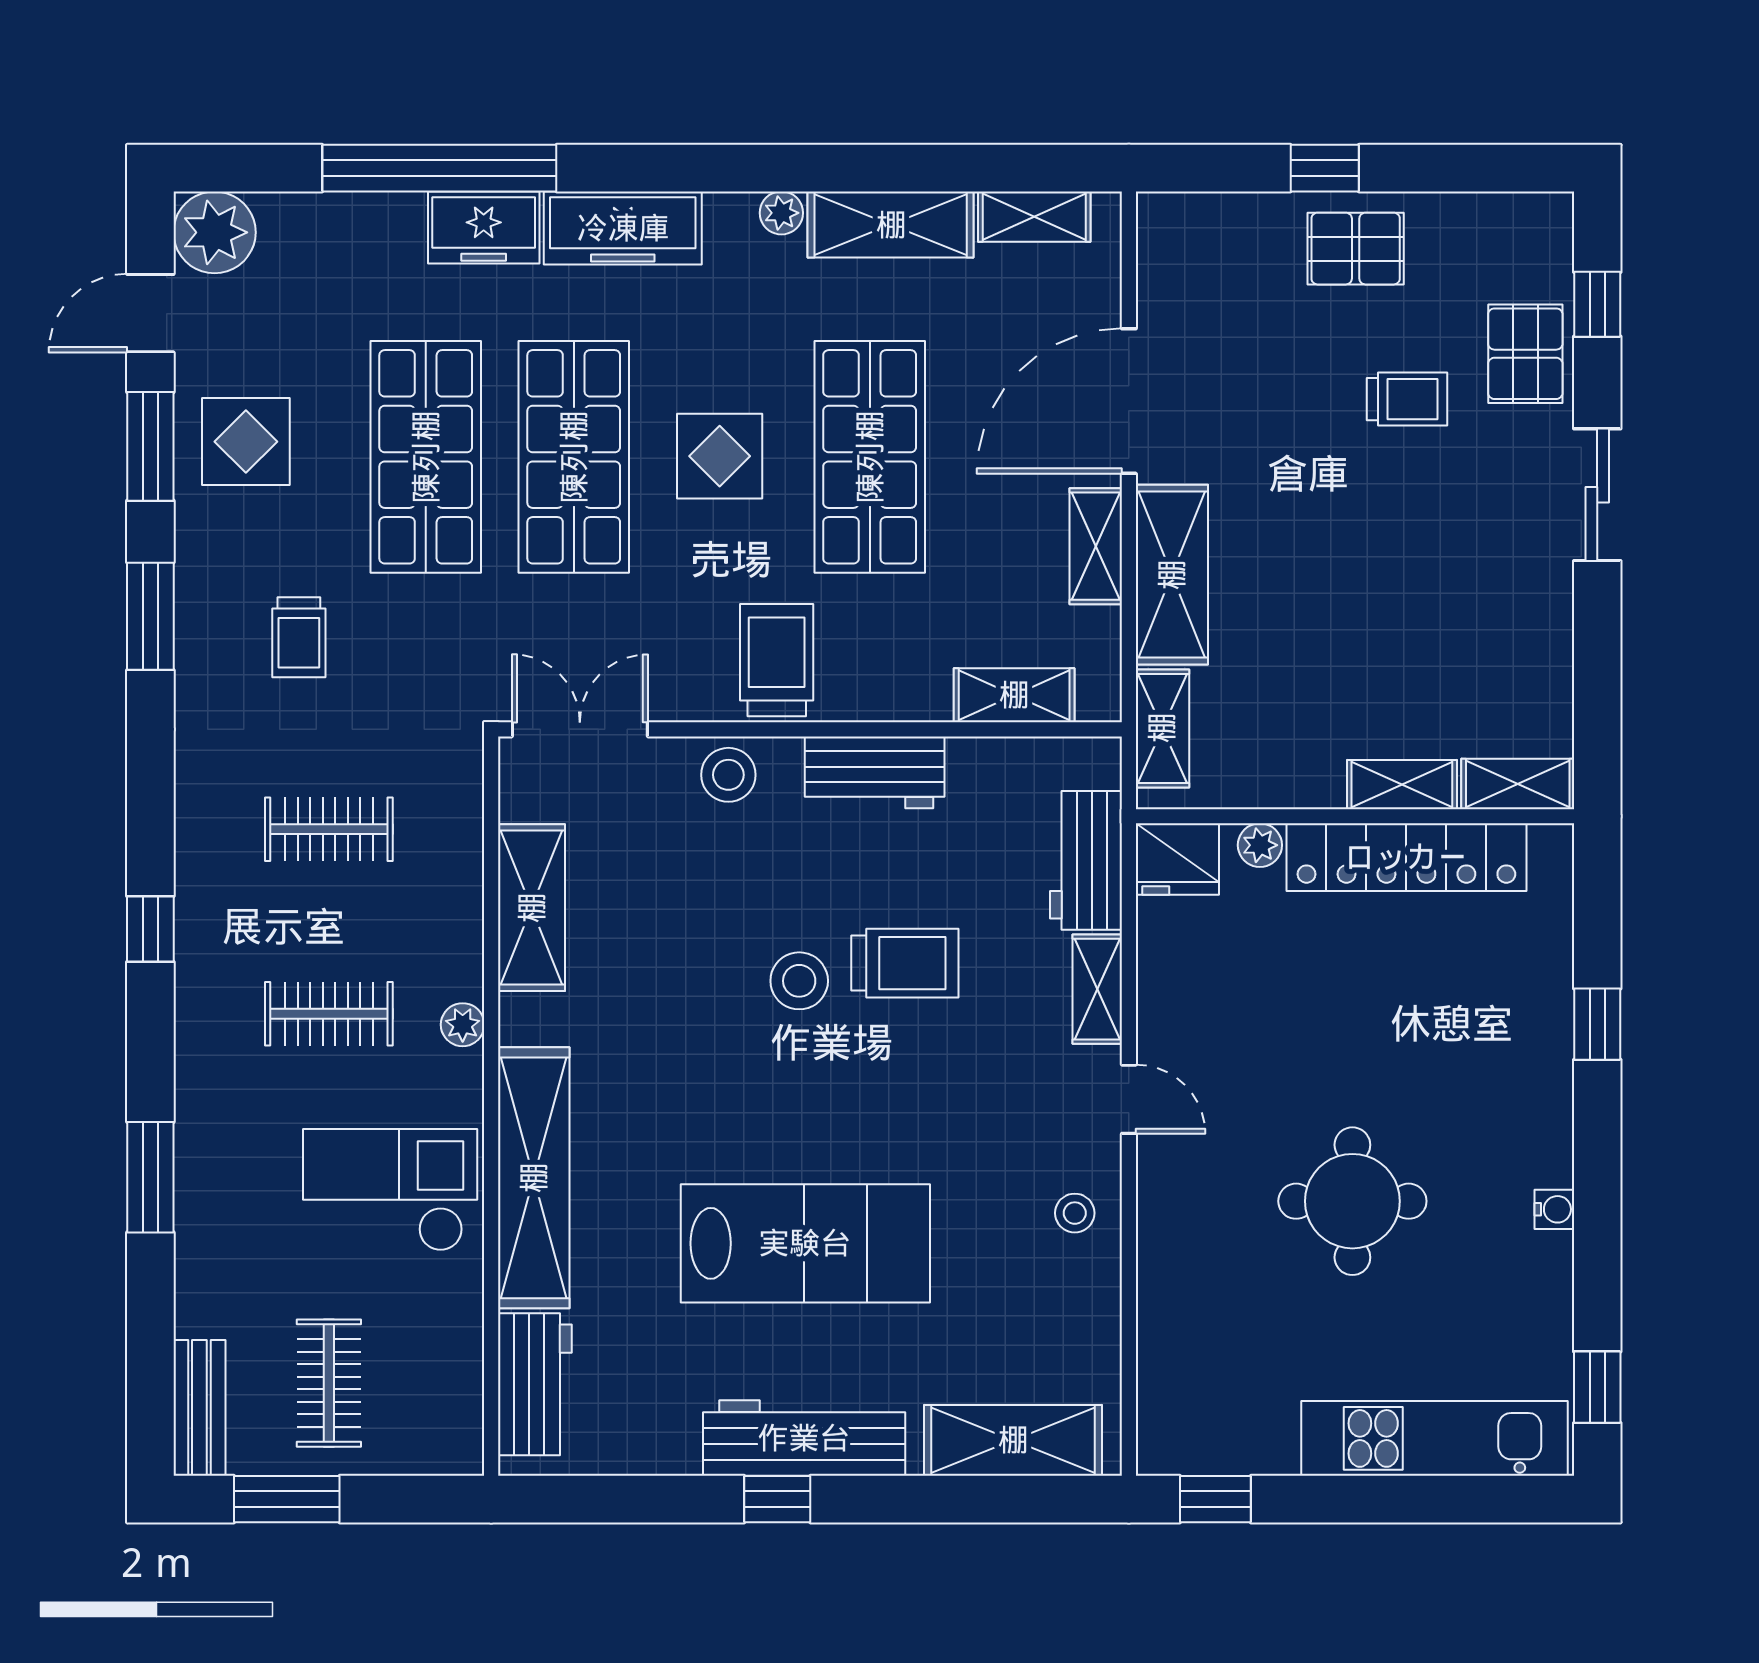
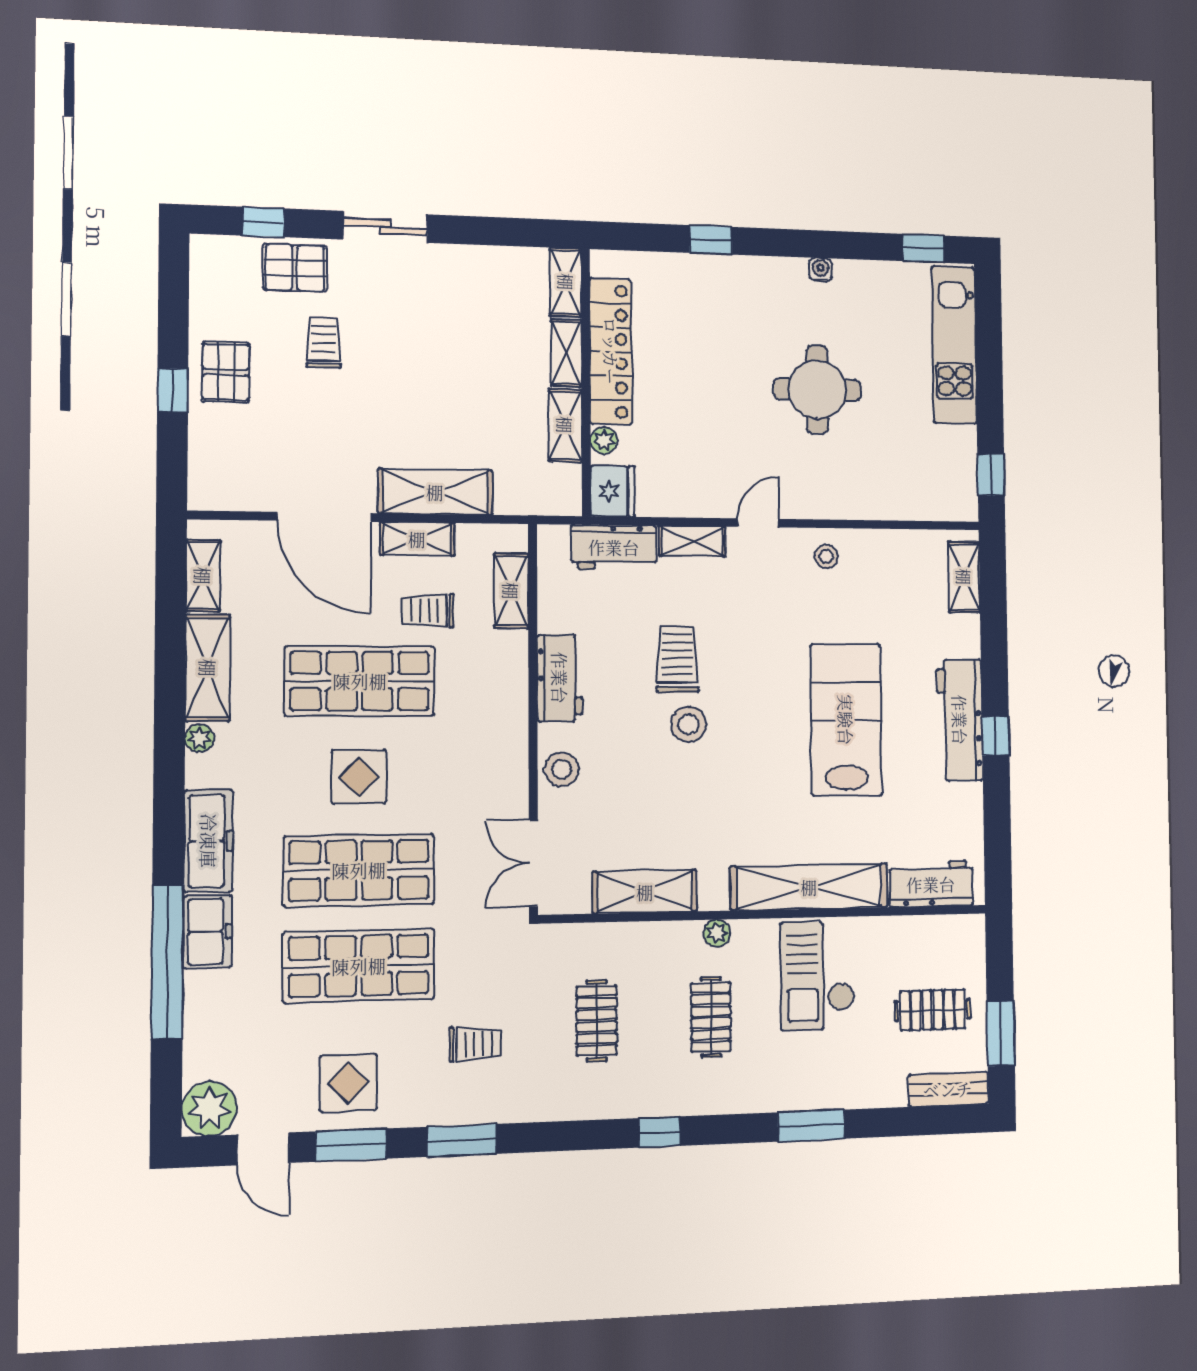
trolley: (777, 660) -> (428, 610), moved, width x0.73, depth x0.72
shelving: (1162, 728) -> (565, 425), moved, turned 90
shelving: (1013, 1440) -> (964, 577), width x0.67, depth x0.75

